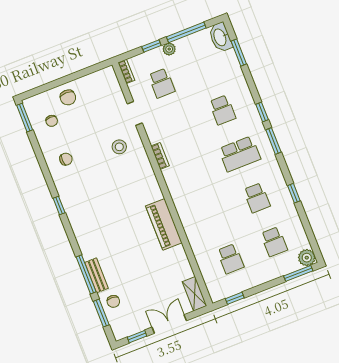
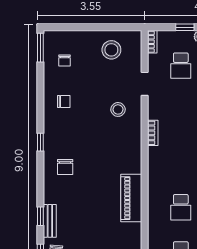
stool: (91, 94) -> (111, 50), added
chair: (68, 97) -> (65, 167), moved
school desk: (213, 215) -> (181, 207), added
window: (86, 274) -> (40, 216), width x0.46

